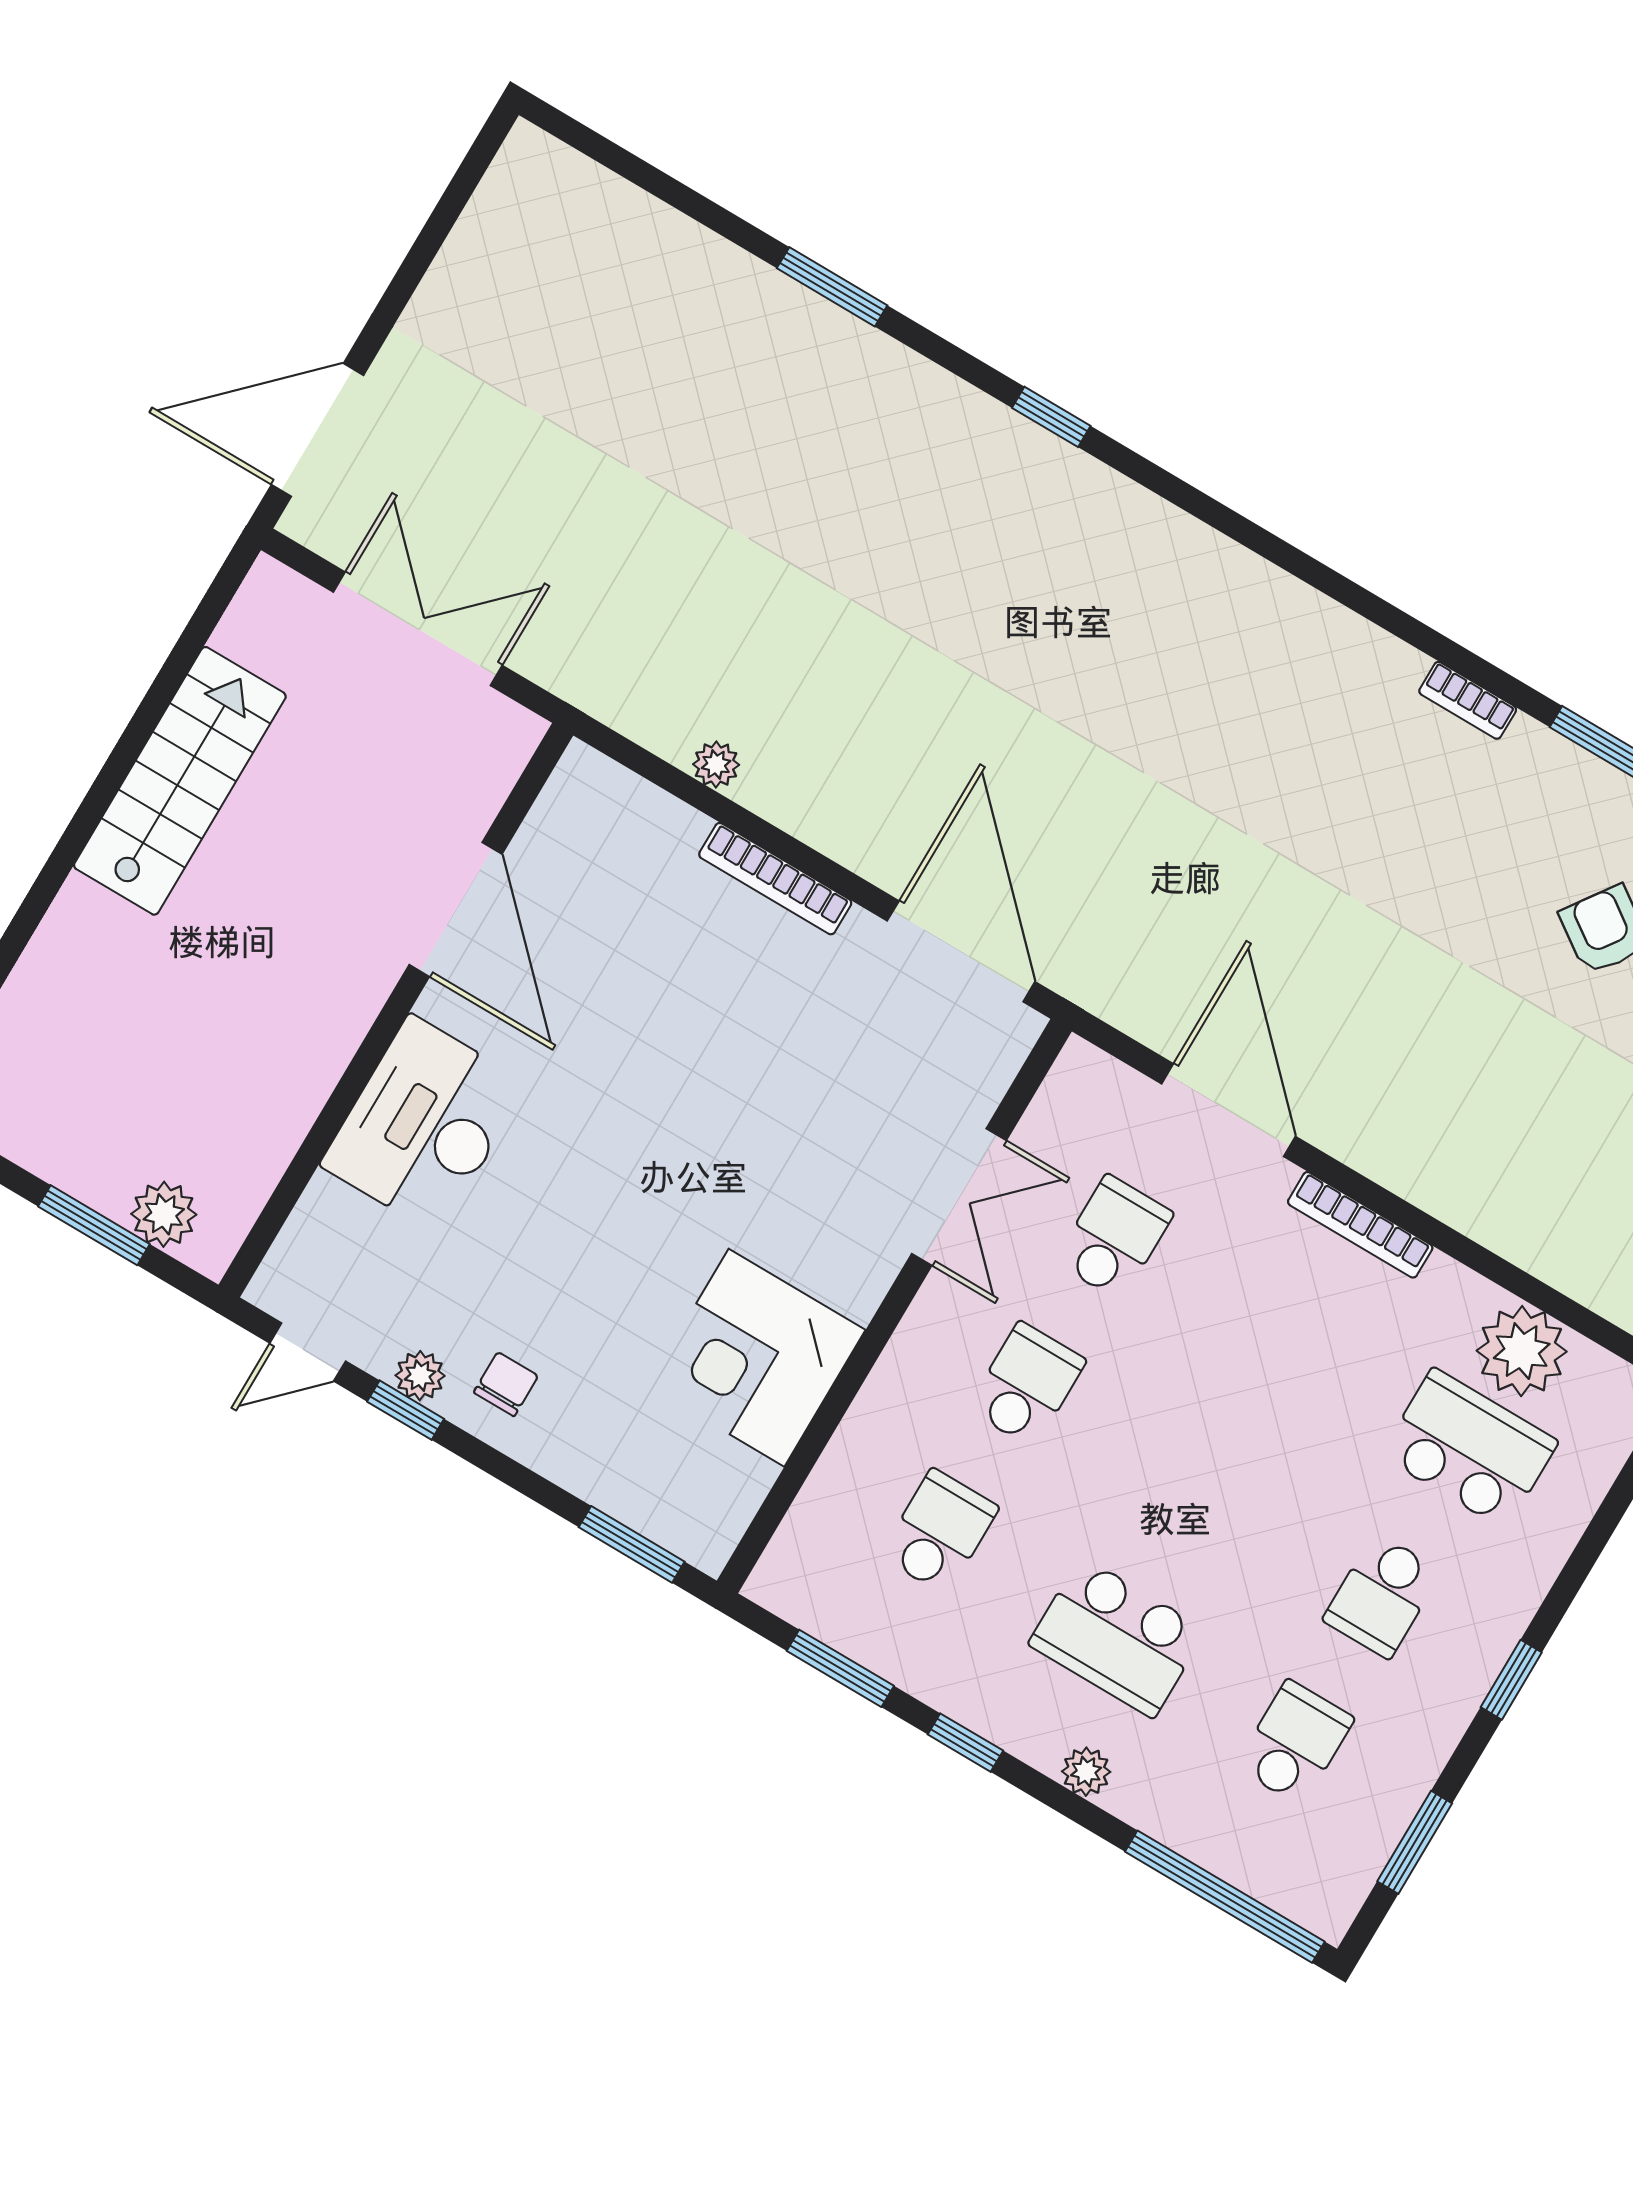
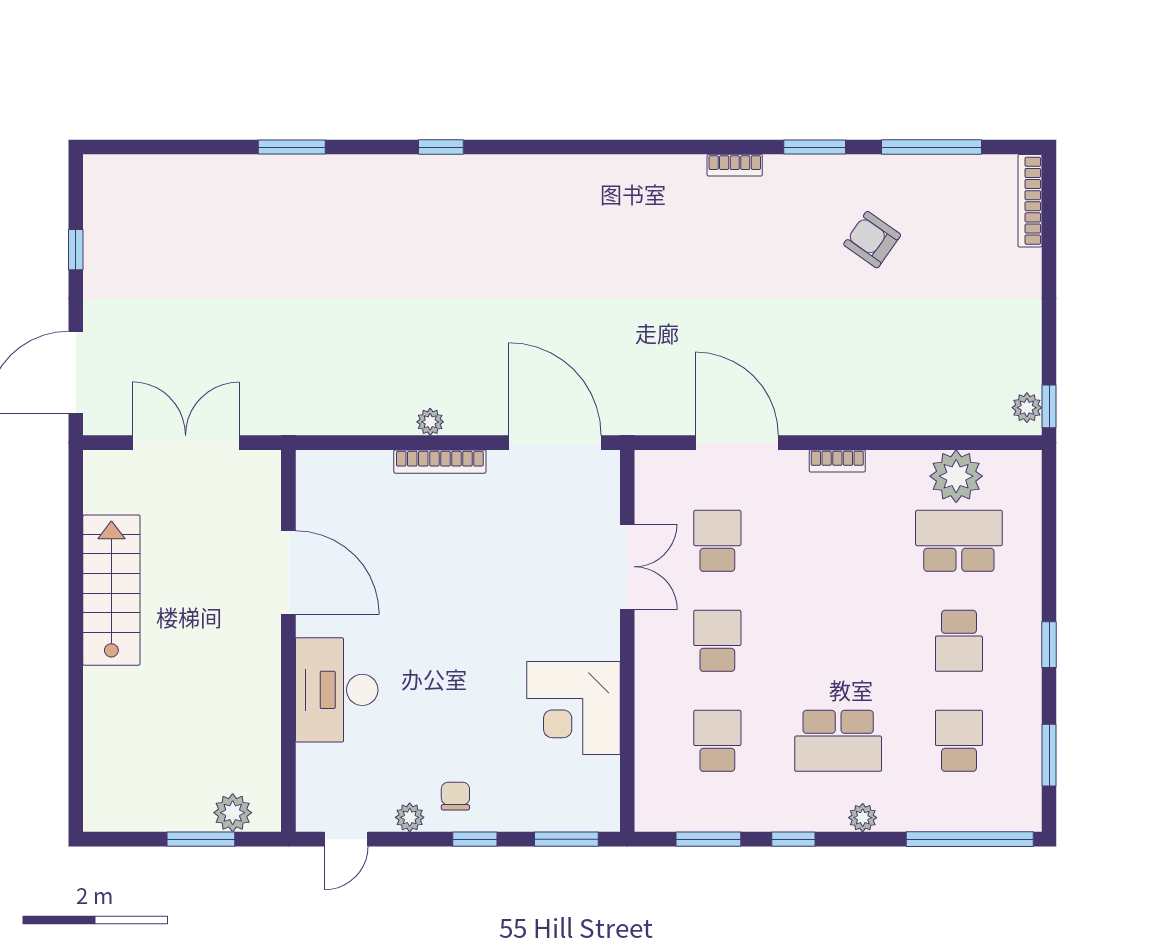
window: (425, 249) -> (76, 250), added
plant: (716, 764) -> (430, 422), moved
bookcase: (1360, 1225) -> (837, 461), width x0.64
window: (406, 1410) -> (475, 839), moved

